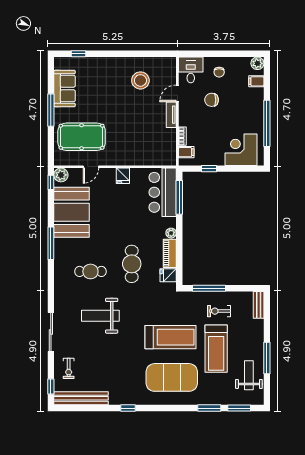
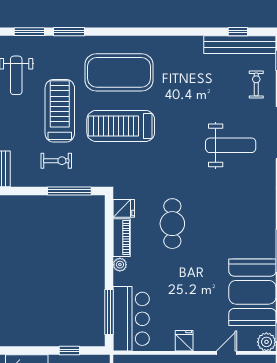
cafe table: (90, 271) -> (227, 213), removed
weight bench: (100, 316) -> (231, 145), moved
window: (128, 408) -> (238, 32), moved

